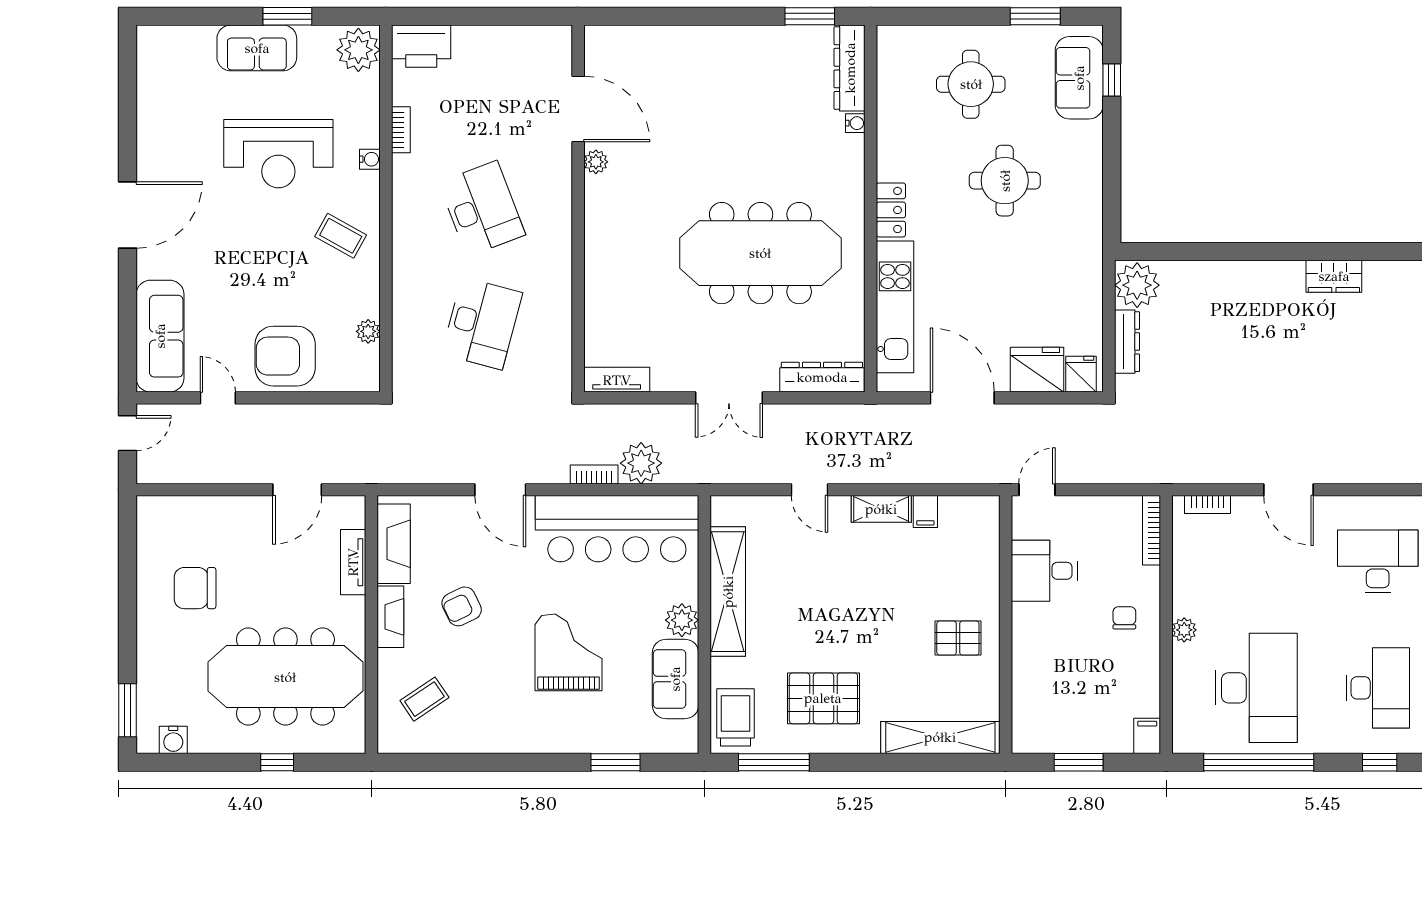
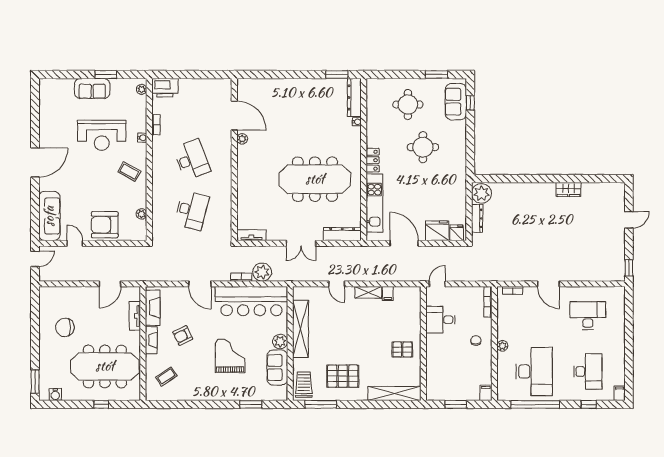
plant: (358, 50) -> (142, 89), width x0.53, depth x0.53

